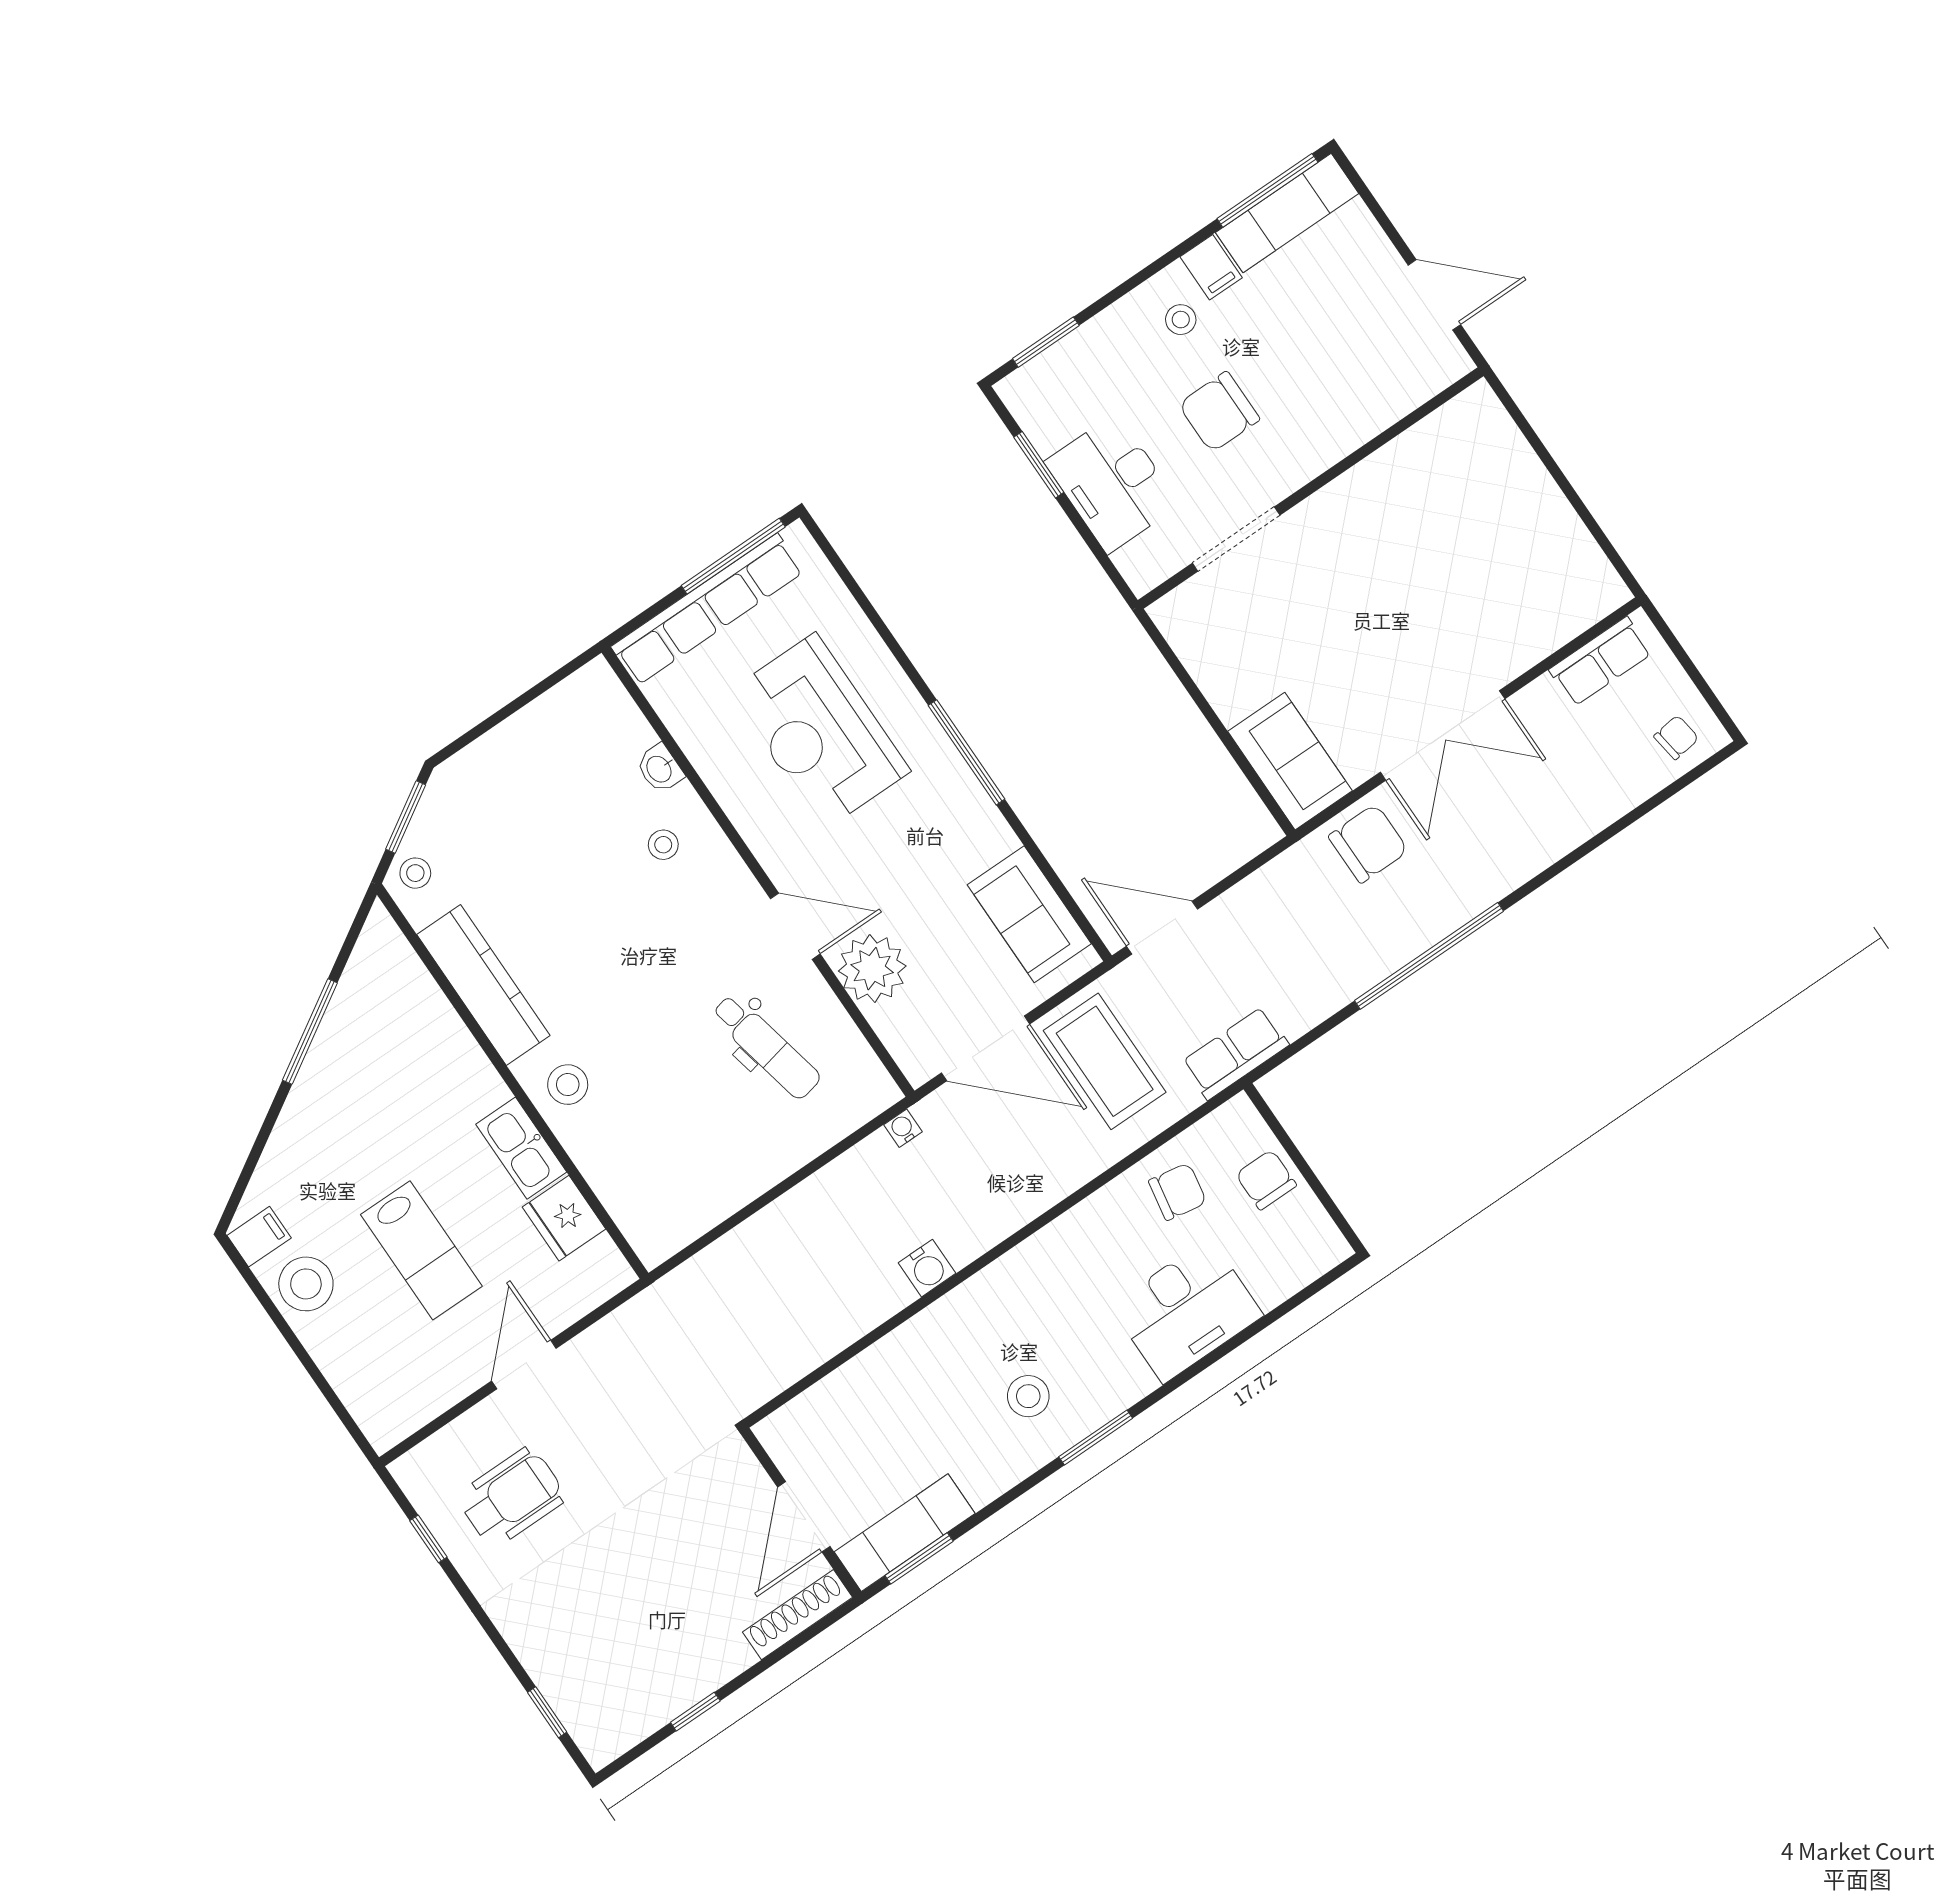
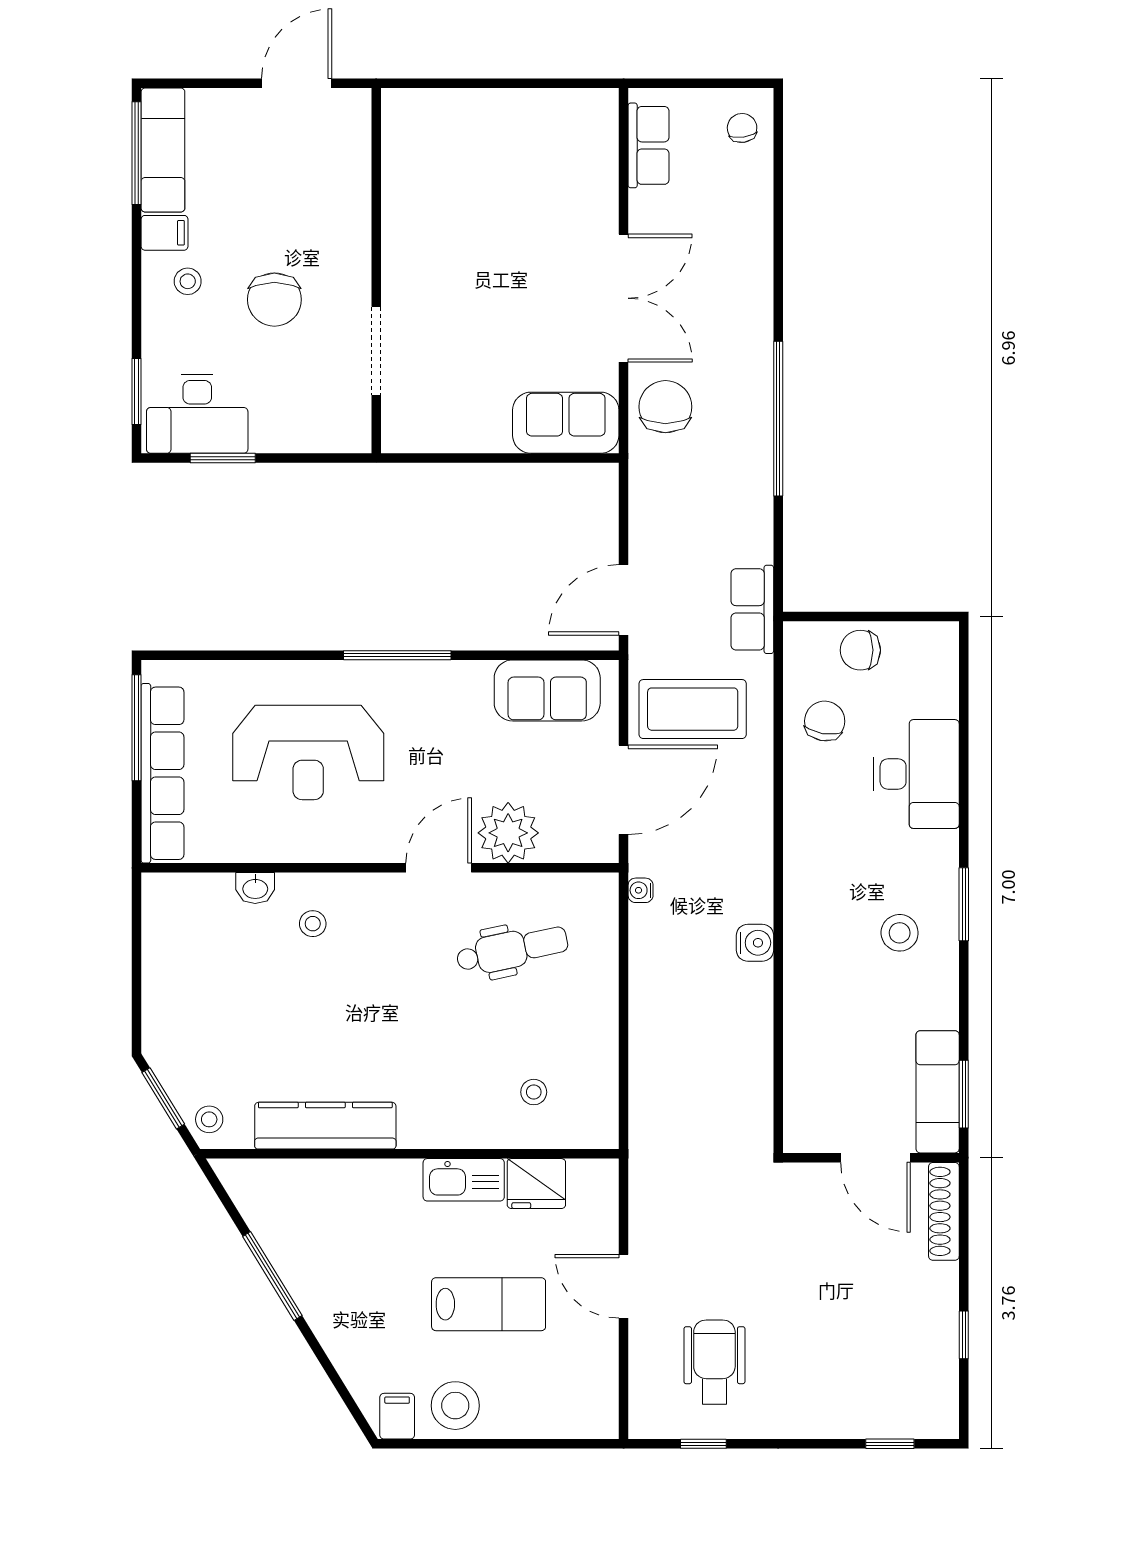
desk: (1112, 483) -> (197, 414), moved
stool: (568, 1085) -> (534, 1092), moved, width x0.73, depth x0.73

